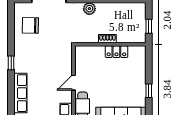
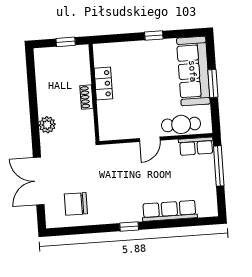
chair: (30, 25) -> (76, 204), turned 89
door: (73, 83) -> (150, 139), hinge flipped

